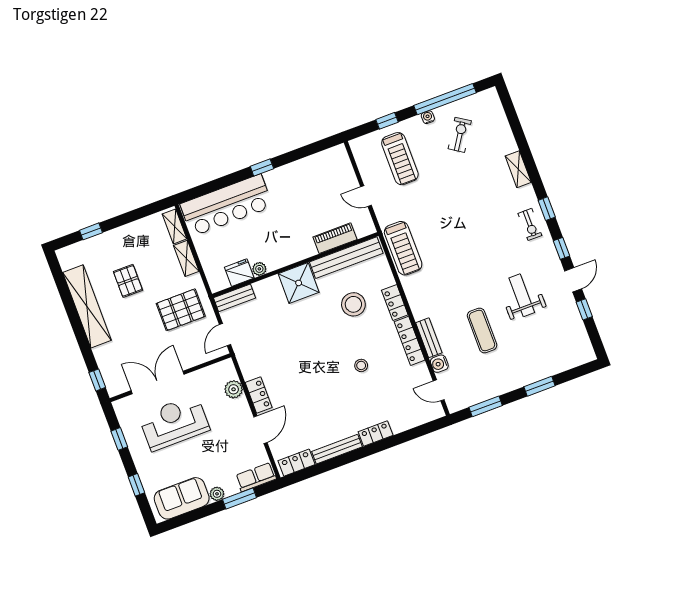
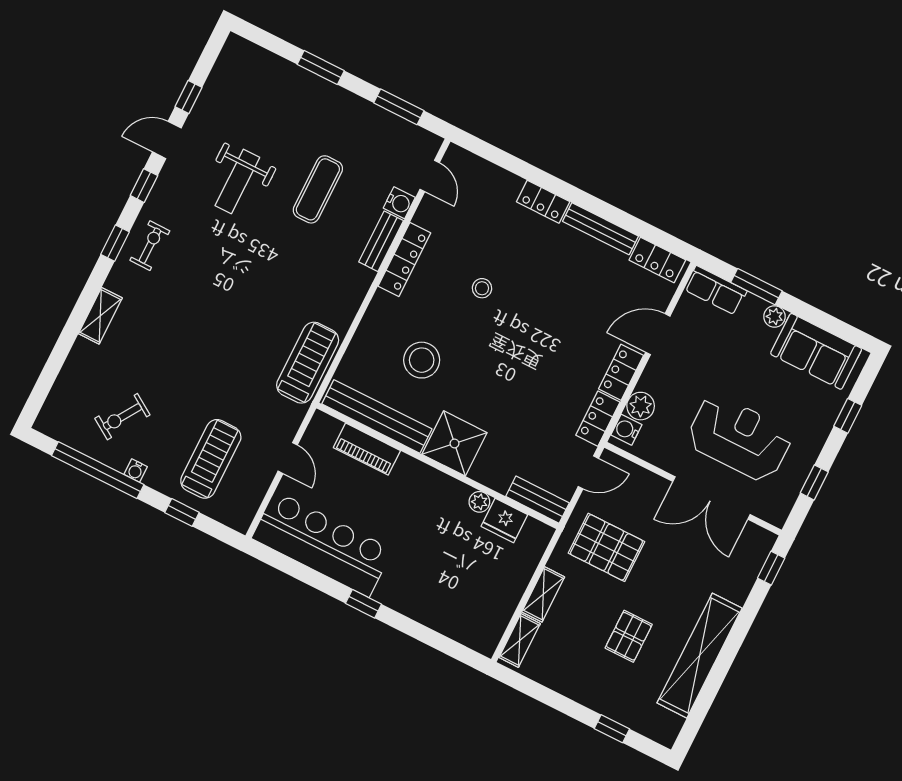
bar counter: (226, 205) -> (322, 544), moved
locker: (395, 303) -> (598, 419), moved, turned 180
water cooler: (229, 372) -> (626, 430), added
reception desk: (174, 423) -> (739, 438), turned 180

